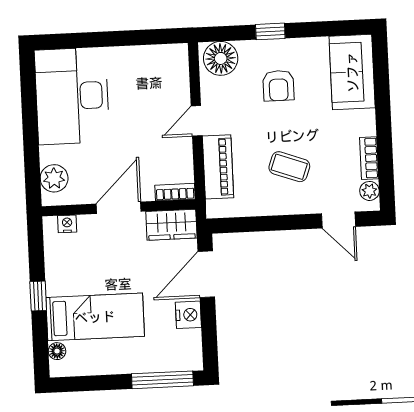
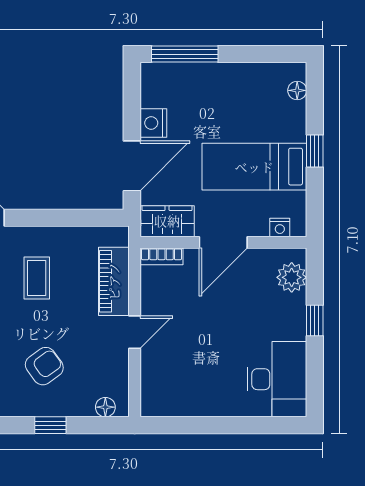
floor lamp: (221, 58) -> (105, 407), width x0.53, depth x0.53
armchair: (278, 86) -> (44, 366), turned 54
desk: (72, 96) -> (277, 379), width x0.73, depth x0.77
window: (31, 140) -> (315, 320), added
coffee table: (289, 167) -> (37, 278), turned 70
bed: (95, 317) -> (254, 167), moved

